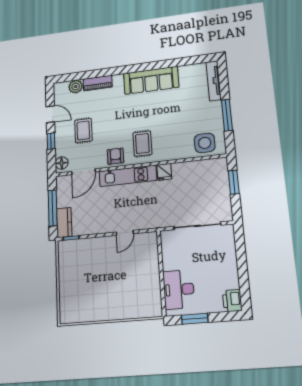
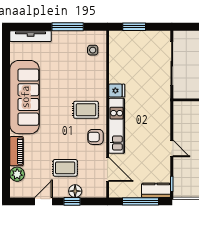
sofa: (151, 80) -> (25, 97), width x1.36, depth x1.27
side table: (205, 143) -> (93, 50), width x0.54, depth x0.54
floor lamp: (62, 163) -> (75, 191), moved
door: (125, 233) -> (172, 149), moved

